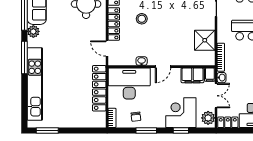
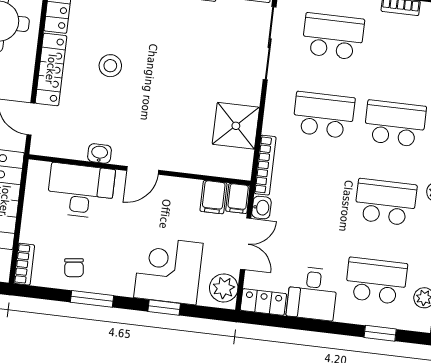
filing cabinet: (192, 75) -> (213, 197), width x0.50
desk: (129, 83) -> (81, 191), width x0.73, depth x0.77

